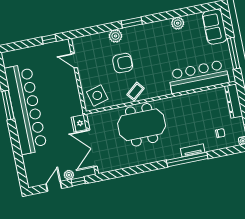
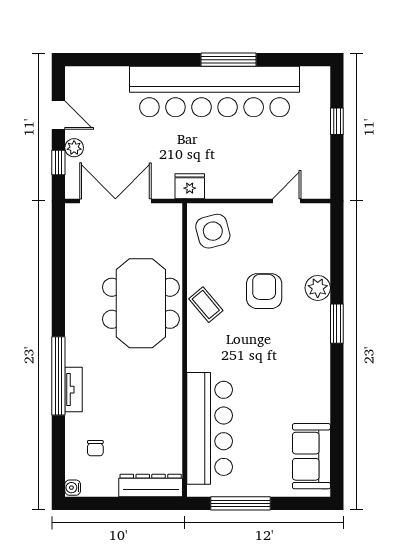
plant: (178, 23) -> (318, 410), removed
sofa: (215, 27) -> (311, 456), moved, turned -90
window: (49, 39) -> (337, 121), moved
armchair: (123, 63) -> (264, 291), turned 180
fridge: (79, 123) -> (190, 186), moved

